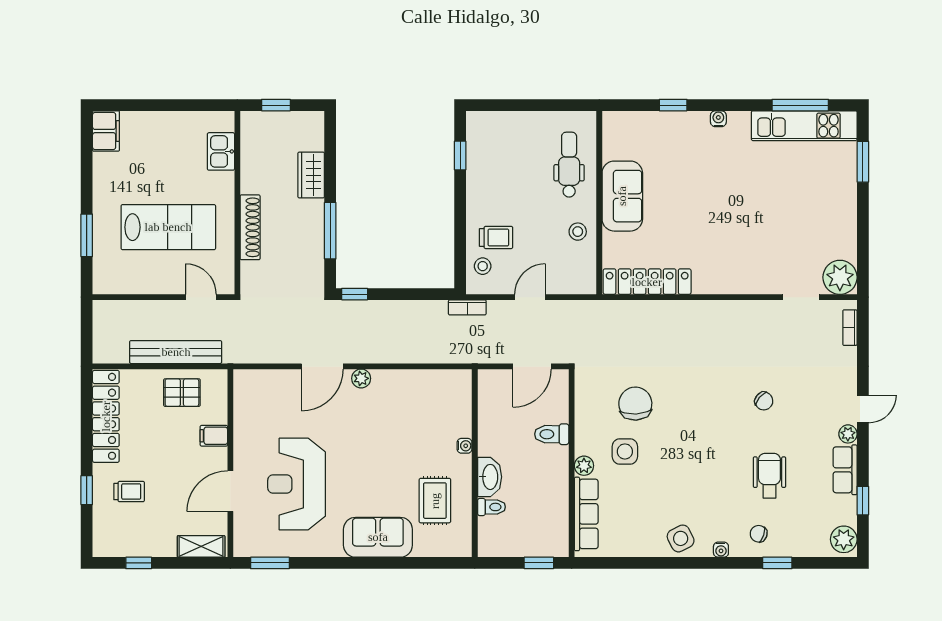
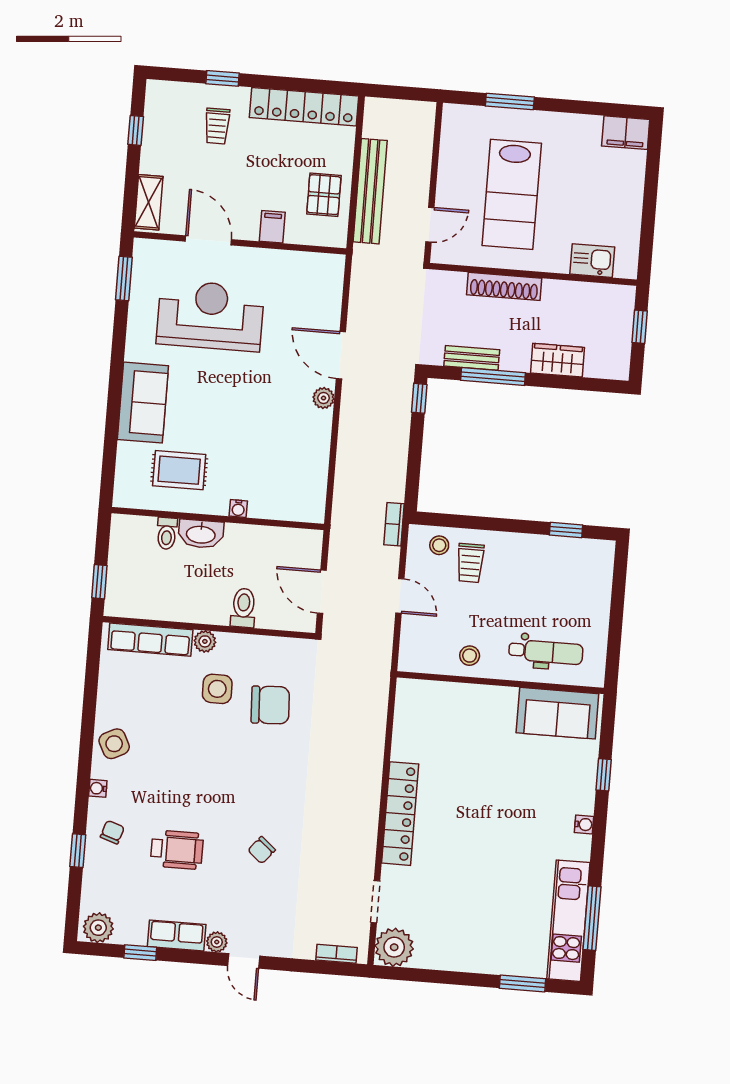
sofa: (622, 196) -> (557, 713), moved
bench: (315, 251) -> (472, 358), added
locker: (647, 282) -> (400, 814), moved

